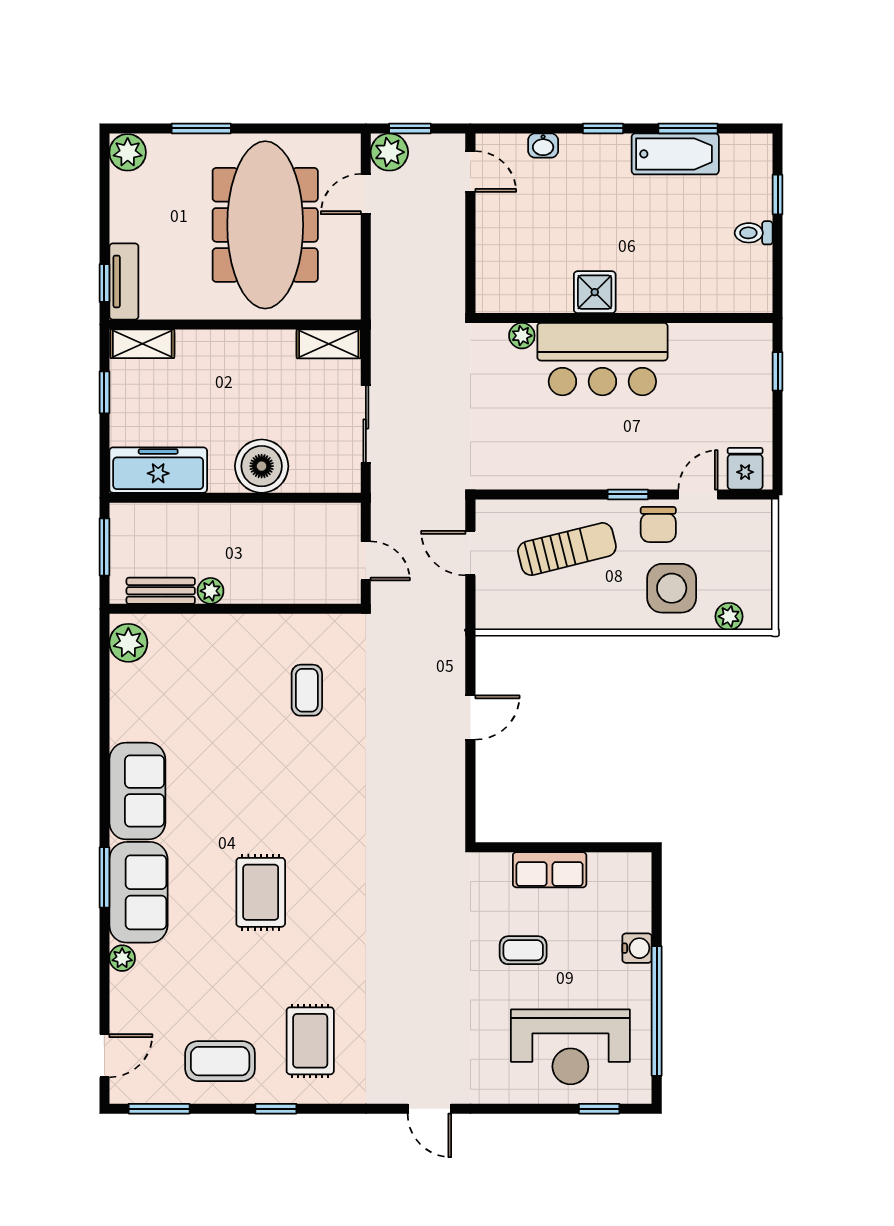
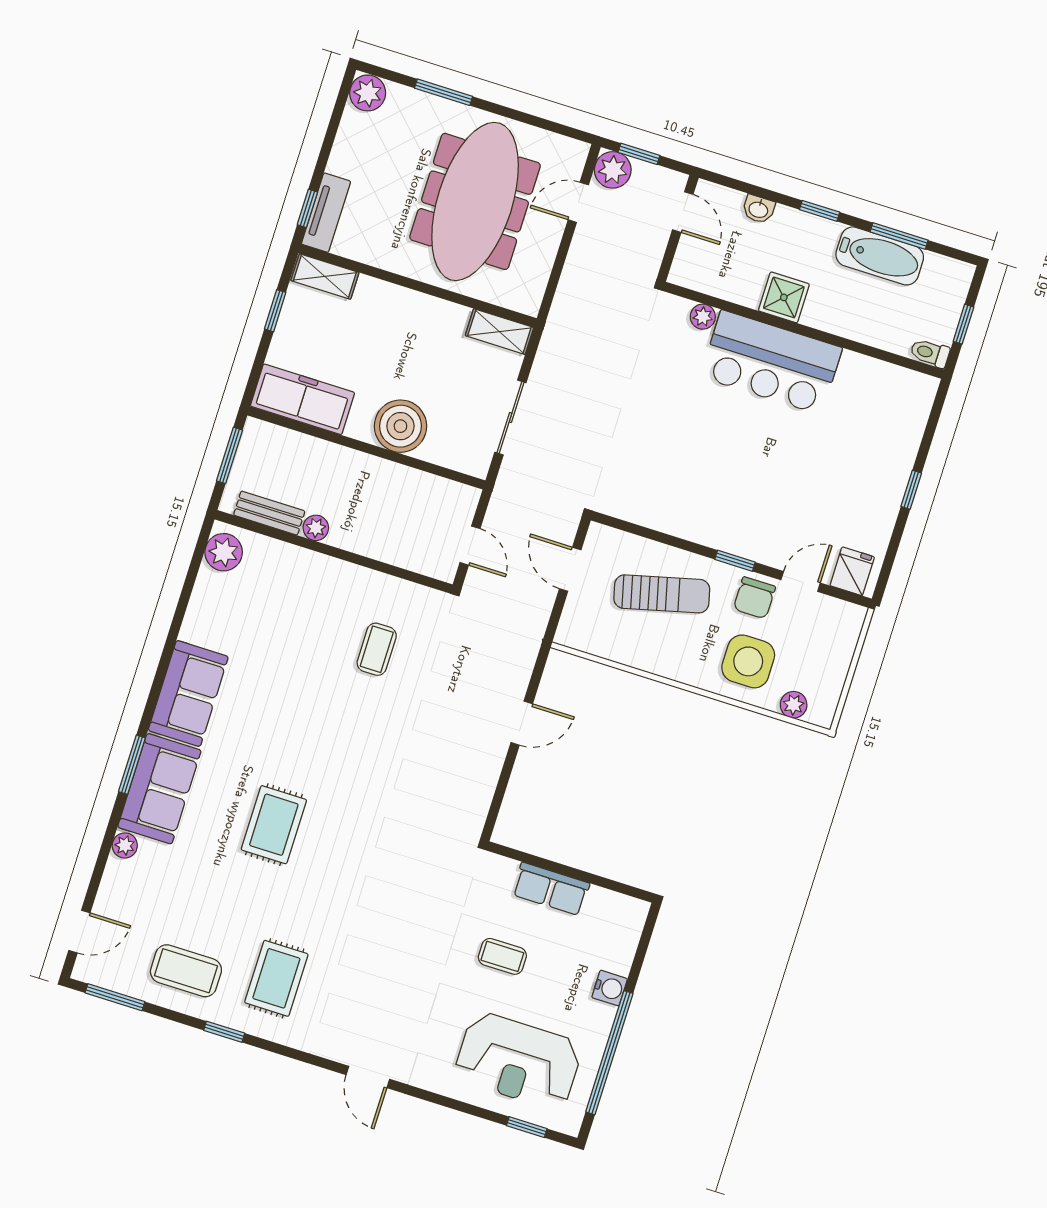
shower: (595, 292) -> (784, 297), moved
wall: (624, 318) -> (804, 330), moved
plant: (522, 336) -> (703, 317), moved
bar counter: (602, 359) -> (771, 362), moved

